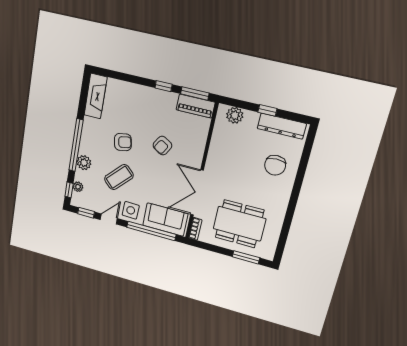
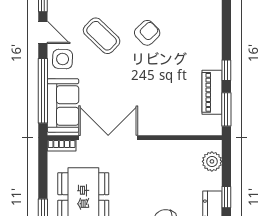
piano: (196, 106) -> (212, 92), moved
armchair: (123, 142) -> (147, 33), turned -123
armchair: (162, 146) -> (155, 83), removed

